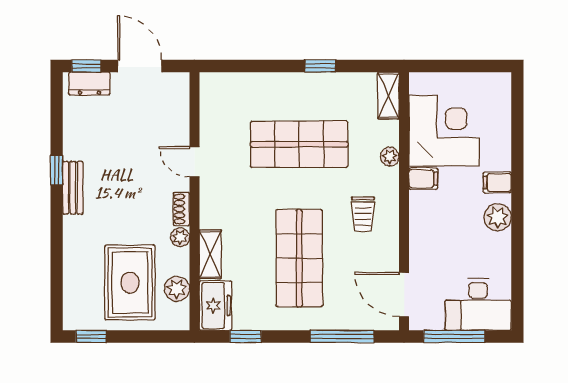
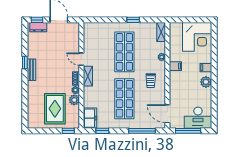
corner desk: (444, 131) -> (197, 37), moved, turned 90
shop shelf: (299, 144) -> (124, 52), turned 90
shelving: (210, 254) -> (88, 76), moved
plant: (177, 289) -> (74, 100), moved
window: (91, 336) -> (68, 131), moved

